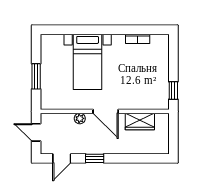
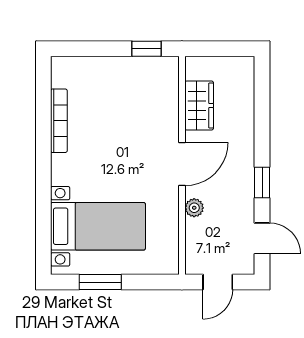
bookcase: (138, 39) -> (59, 121), width x1.56
bed with nightstands: (88, 62) -> (98, 226), moved
window: (36, 76) -> (100, 282), moved

